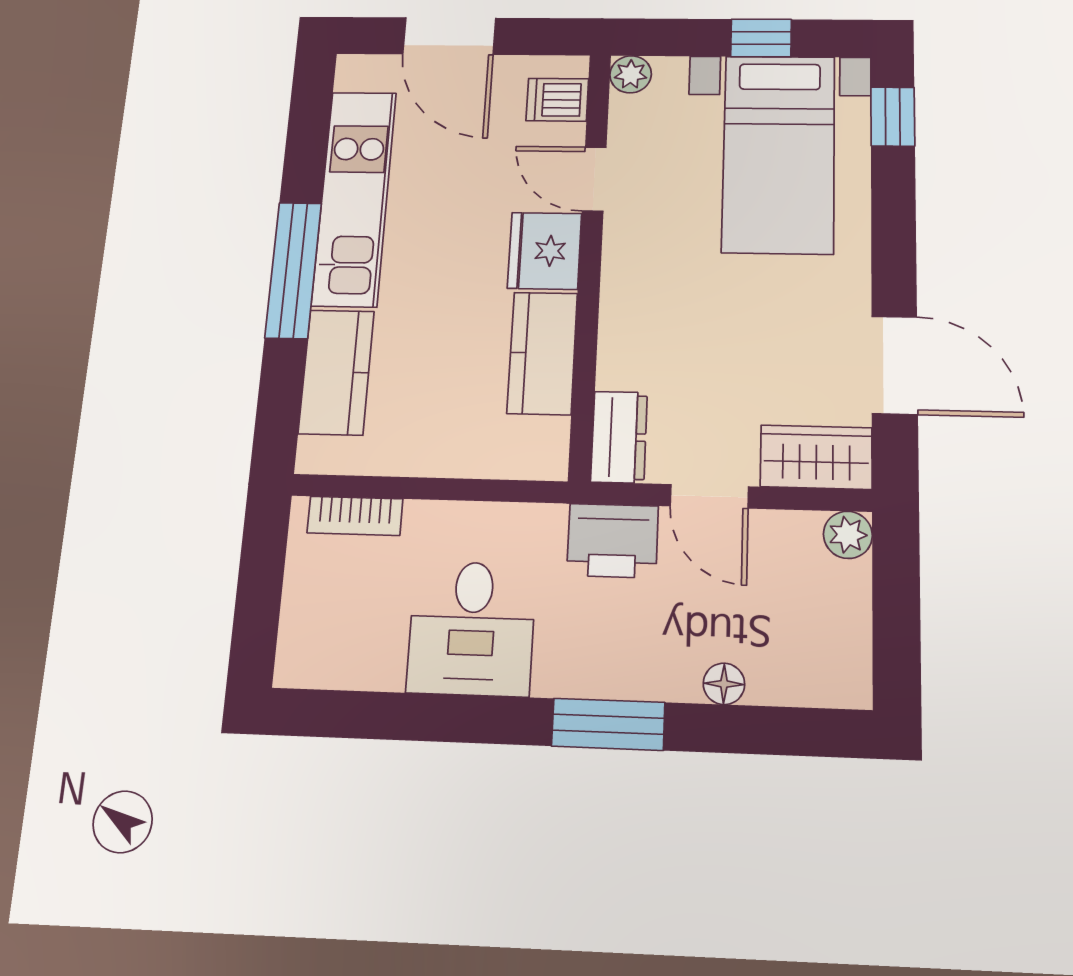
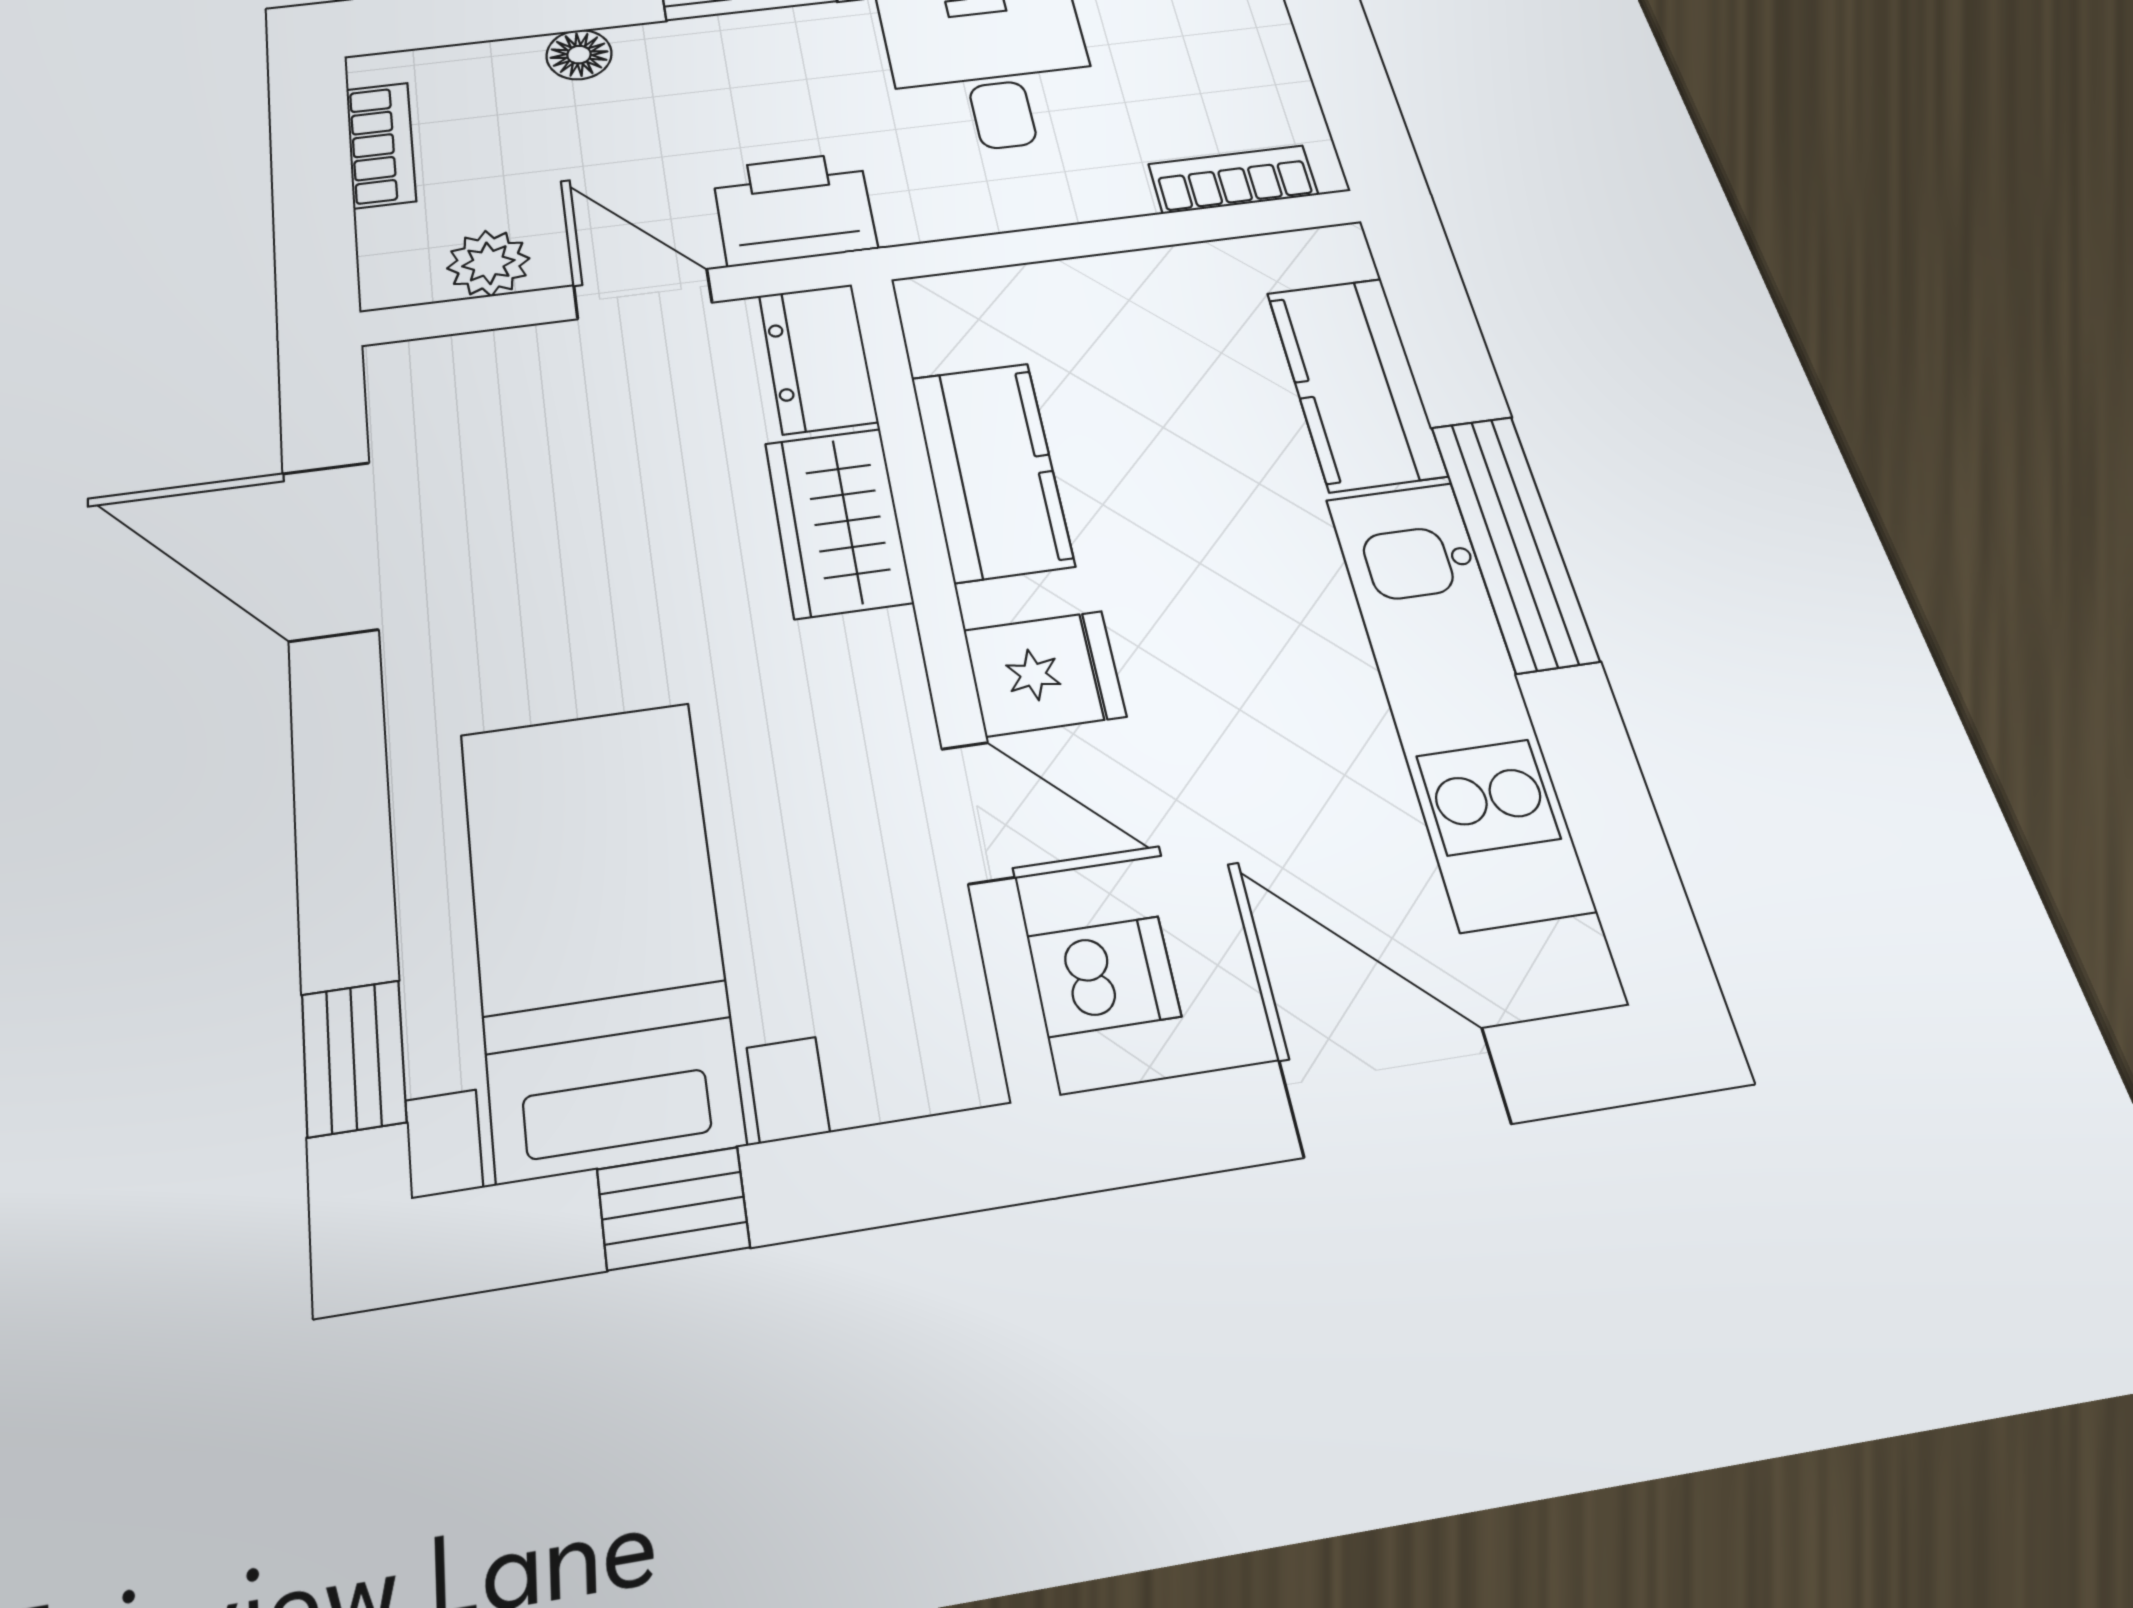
plant: (631, 74) -> (956, 1064), removed
fridge: (545, 251) -> (1044, 673), width x0.72
wardrobe: (816, 457) -> (838, 522), moved, turned 90
plant: (848, 535) -> (488, 263), moved
bookcase: (853, 633) -> (381, 145), added

